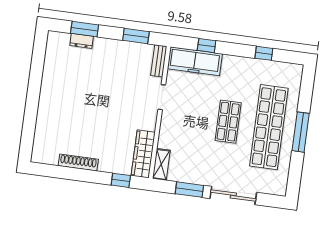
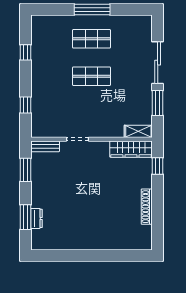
freezer: (195, 61) -> (41, 114), removed
shop shelf: (269, 127) -> (92, 39), width x0.50, depth x0.74

